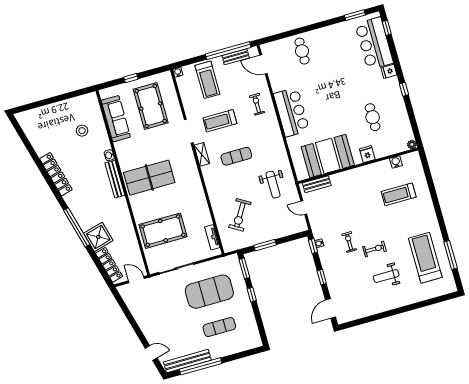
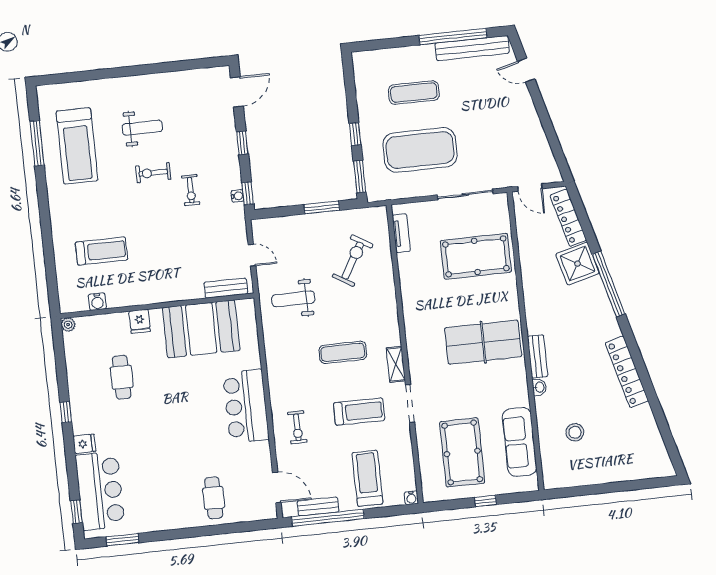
bench: (115, 179) -> (537, 356), width x0.73
weight bench: (273, 185) -> (293, 299), turned -90

